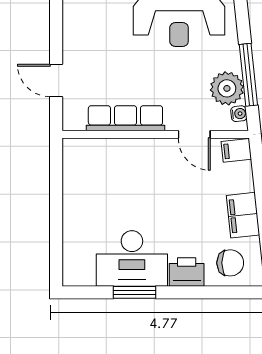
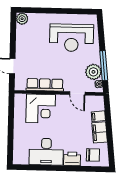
filing cabinet: (236, 150) -> (98, 116), moved
corner desk: (118, 168) -> (41, 109), added
window: (135, 292) -> (47, 168), removed

